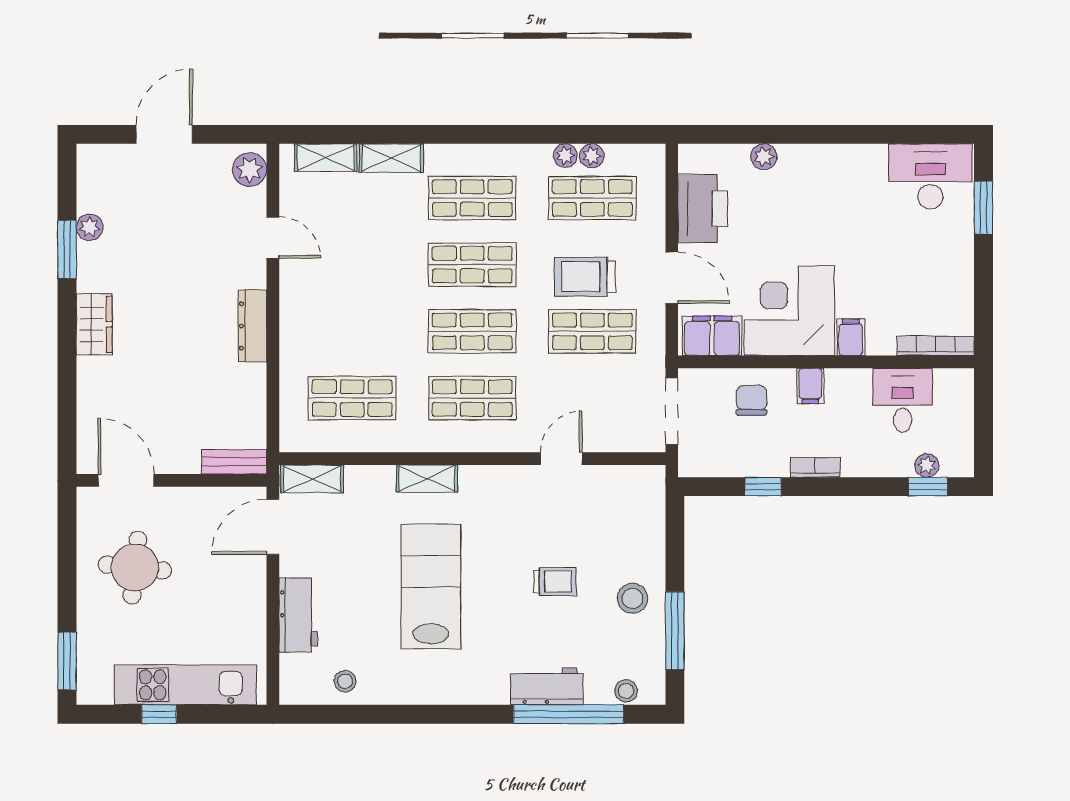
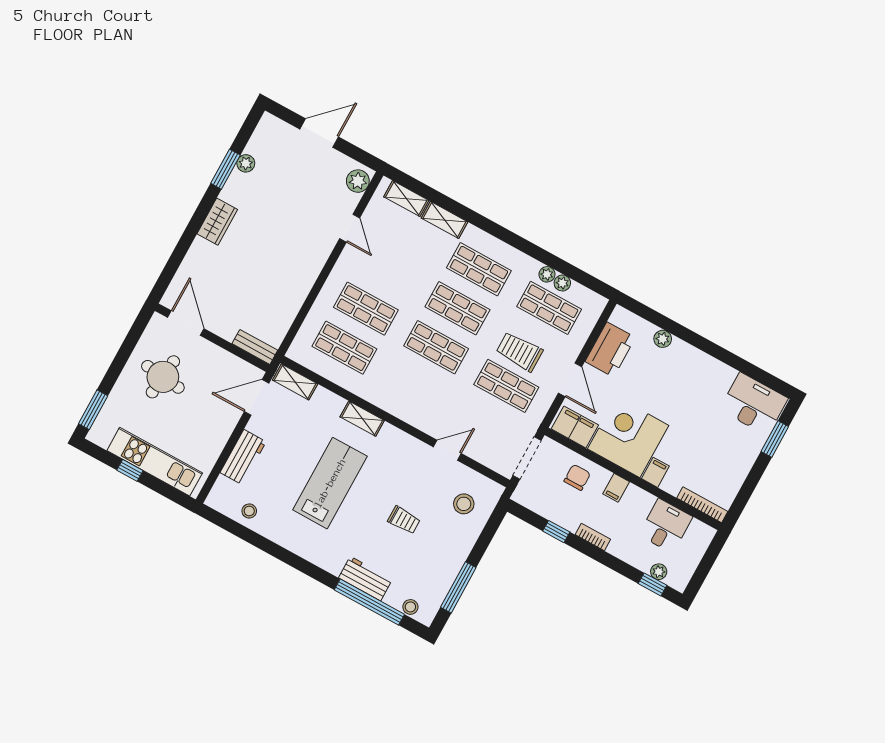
dresser: (252, 326) -> (309, 273), removed
shop shelf: (472, 398) -> (366, 309), moved
stool: (632, 598) -> (464, 504), moved

